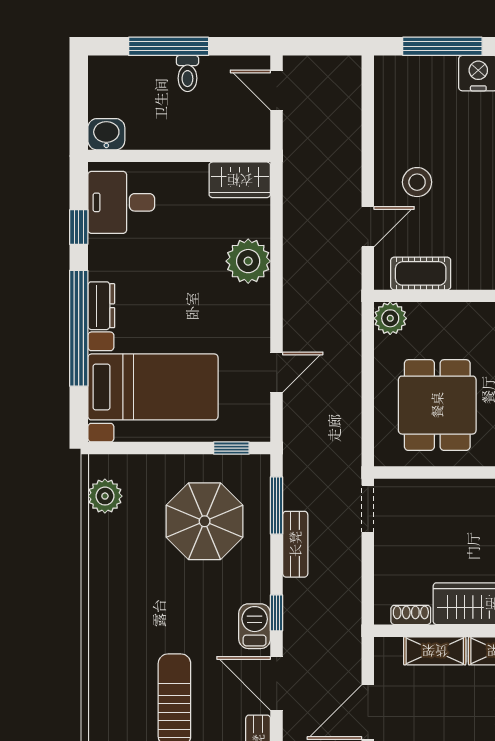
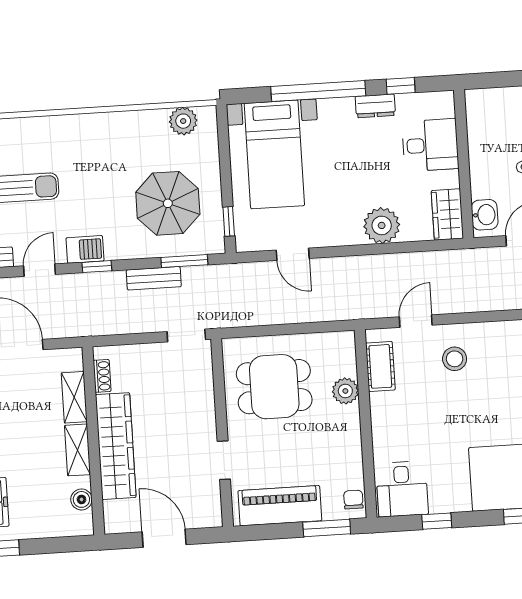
washbasin: (106, 134) -> (485, 215), moved
desk: (121, 202) -> (430, 145), moved, turned 90
door: (368, 227) -> (416, 321), swing flipped
dresser: (101, 306) -> (375, 106), moved
plant: (390, 318) -> (345, 391), moved
door: (277, 683) -> (40, 270), width x0.73

